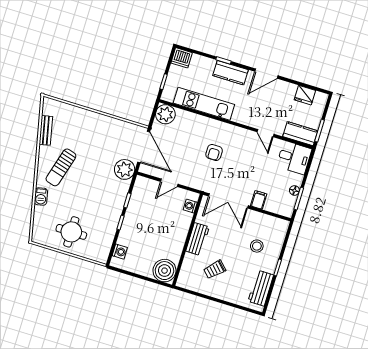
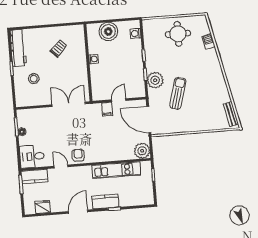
dishwasher: (182, 58) -> (147, 198), removed
bench: (46, 130) -> (231, 114), moved
armchair: (214, 152) -> (78, 155), moved
sun lounger: (61, 167) -> (178, 93), moved
plant: (125, 169) -> (155, 80), moved
barbecue: (41, 196) -> (208, 41), moved
filing cabinet: (259, 200) -> (107, 109), moved
washing machine: (190, 206) -> (94, 59), moved
workbench: (198, 239) -> (81, 66), removed
boiler: (164, 271) -> (108, 32), moved
workbench: (261, 288) -> (18, 48), width x1.38

